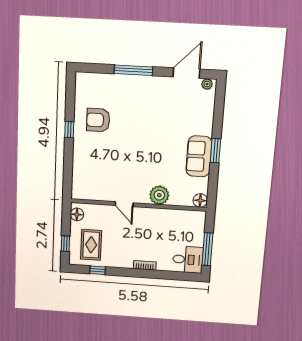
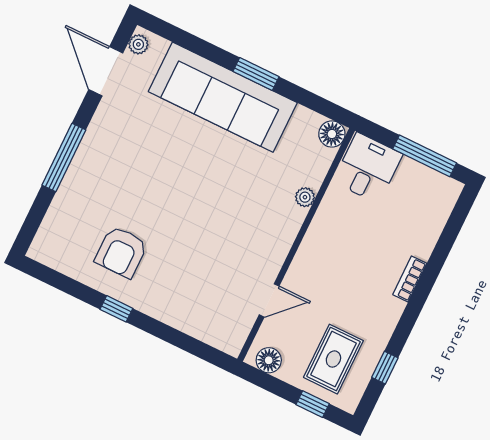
sofa: (199, 156) -> (223, 97), width x1.85, depth x1.27
plant: (159, 195) -> (305, 197), width x0.53, depth x0.53
door: (124, 204) -> (269, 300), moved
rug: (91, 245) -> (333, 359), turned 90
desk: (188, 260) -> (368, 168), moved

